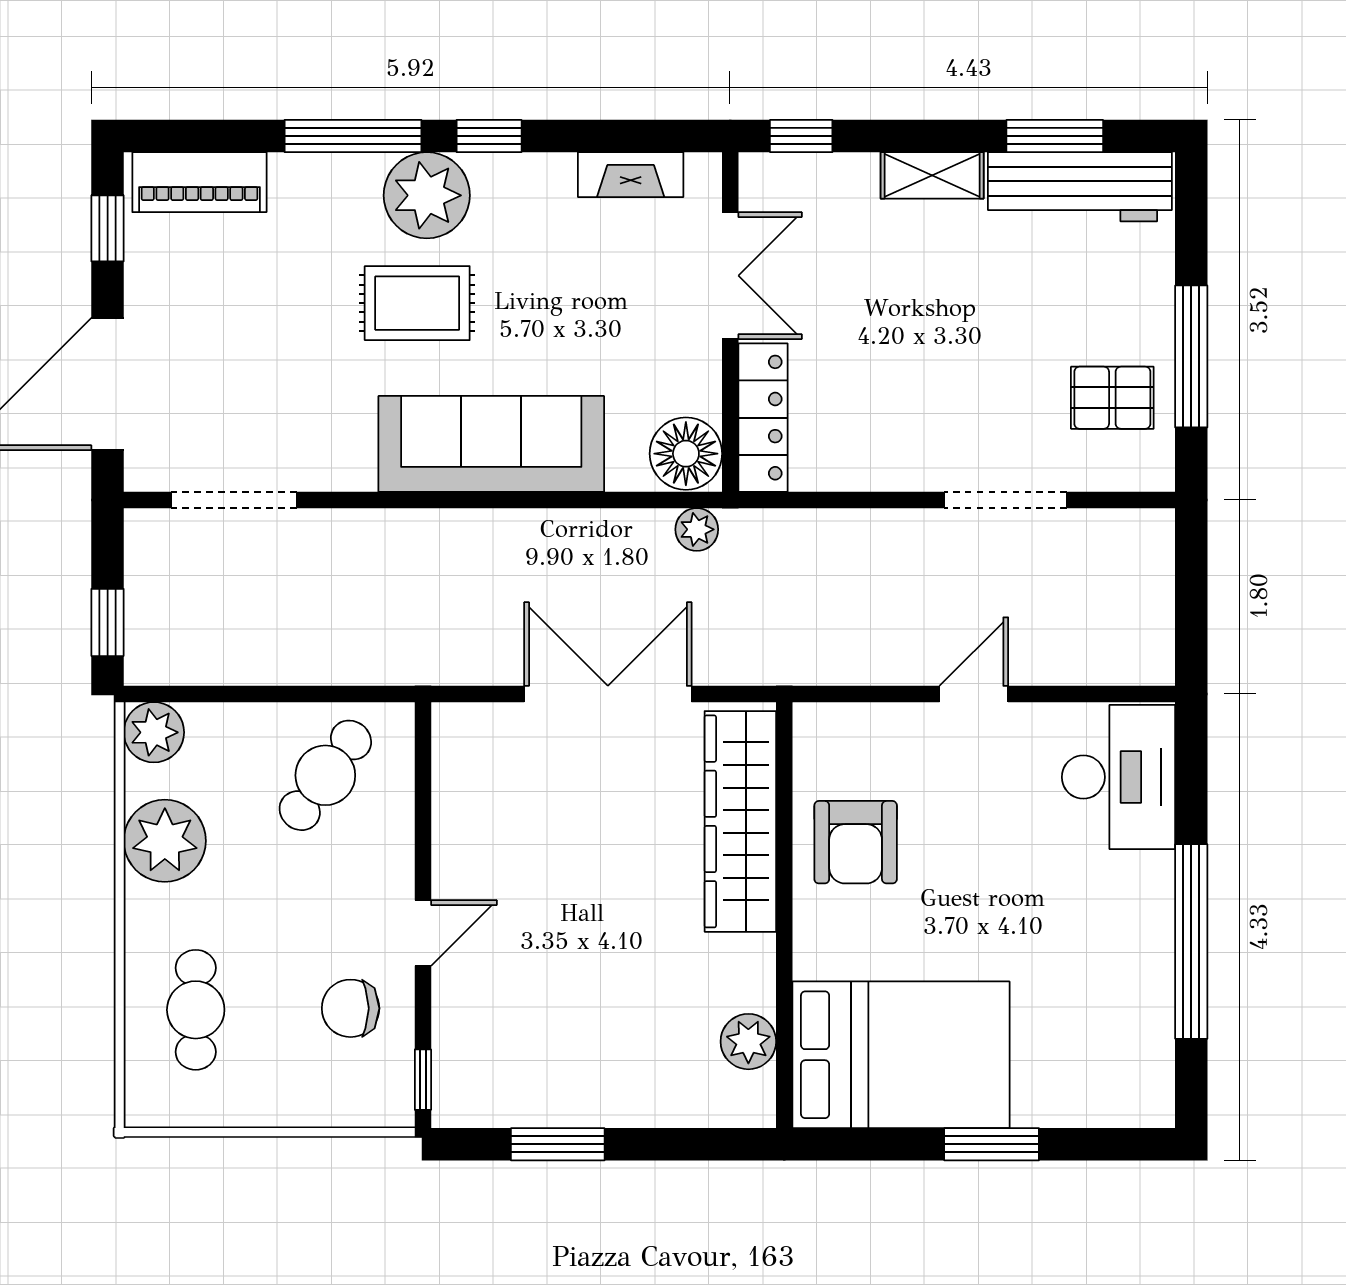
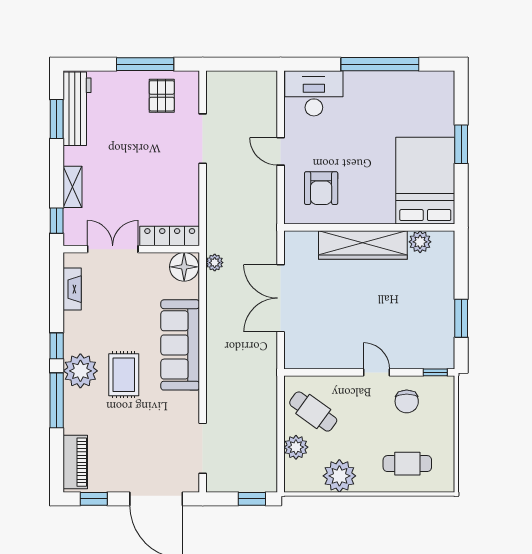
shelving: (932, 175) -> (72, 187), moved
plant: (154, 732) -> (296, 447), moved
wardrobe: (740, 821) -> (363, 245), moved
armchair: (856, 842) -> (321, 188), moved, turned 90

